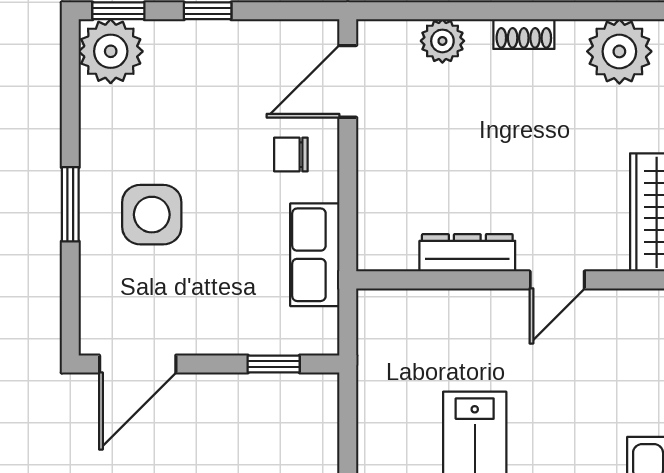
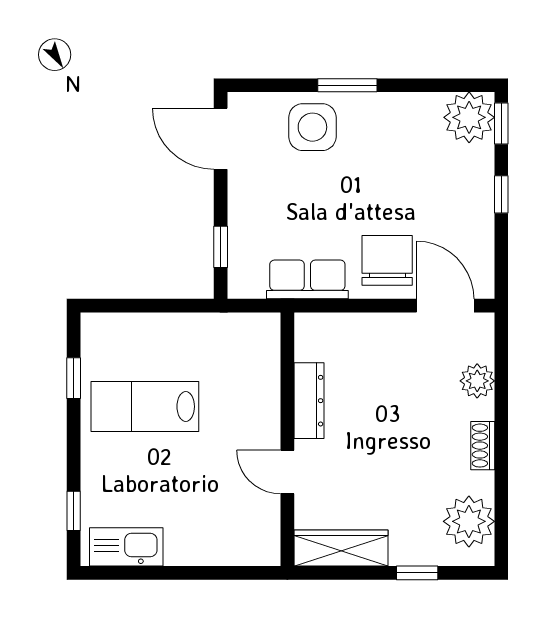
chair: (291, 155) -> (387, 260), width x1.87, depth x1.87
side table: (152, 215) -> (312, 127), moved

